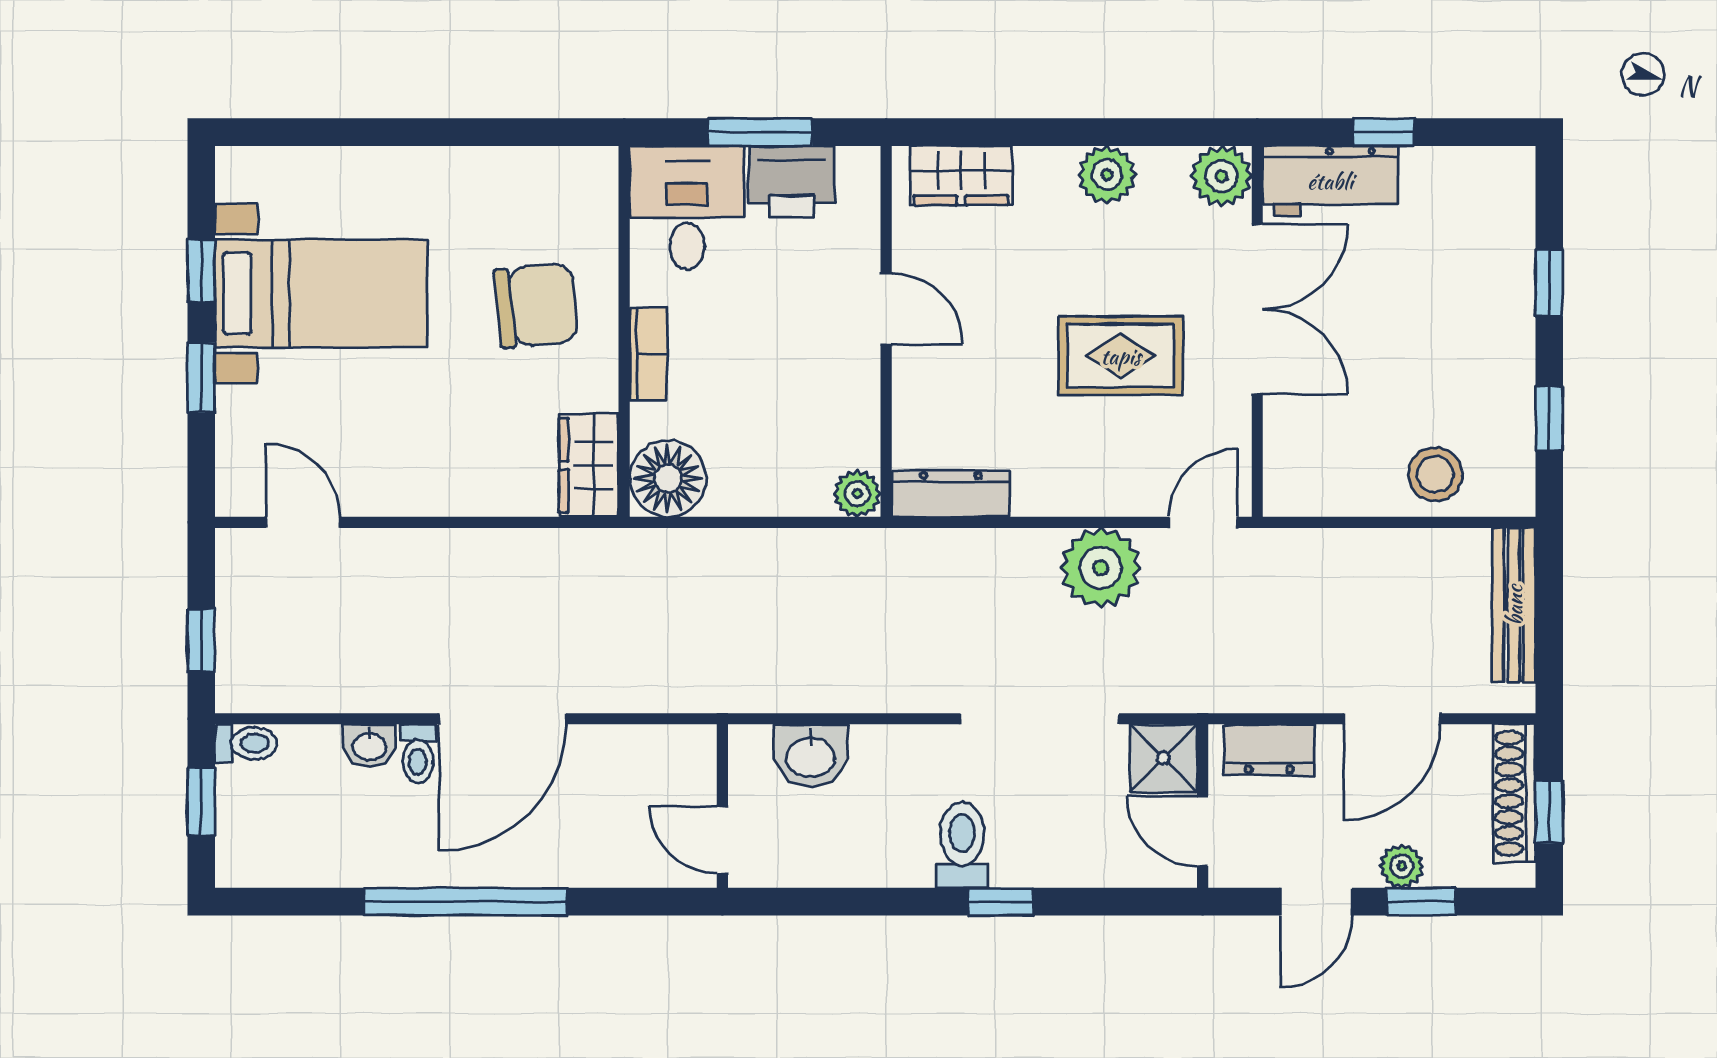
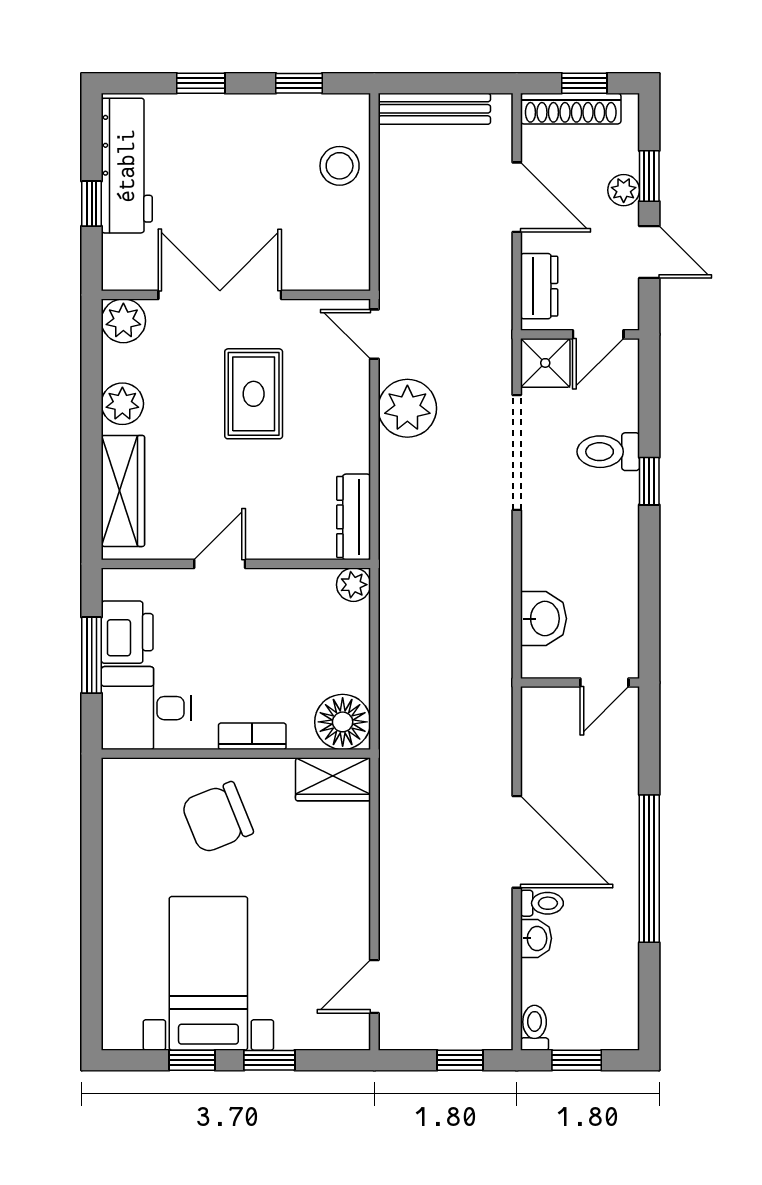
wardrobe: (961, 175) -> (123, 491), width x1.50
workbench: (1330, 181) -> (127, 166), moved, width x1.38
chair: (536, 305) -> (217, 818), turned -106
toilet: (962, 845) -> (608, 452), moved

